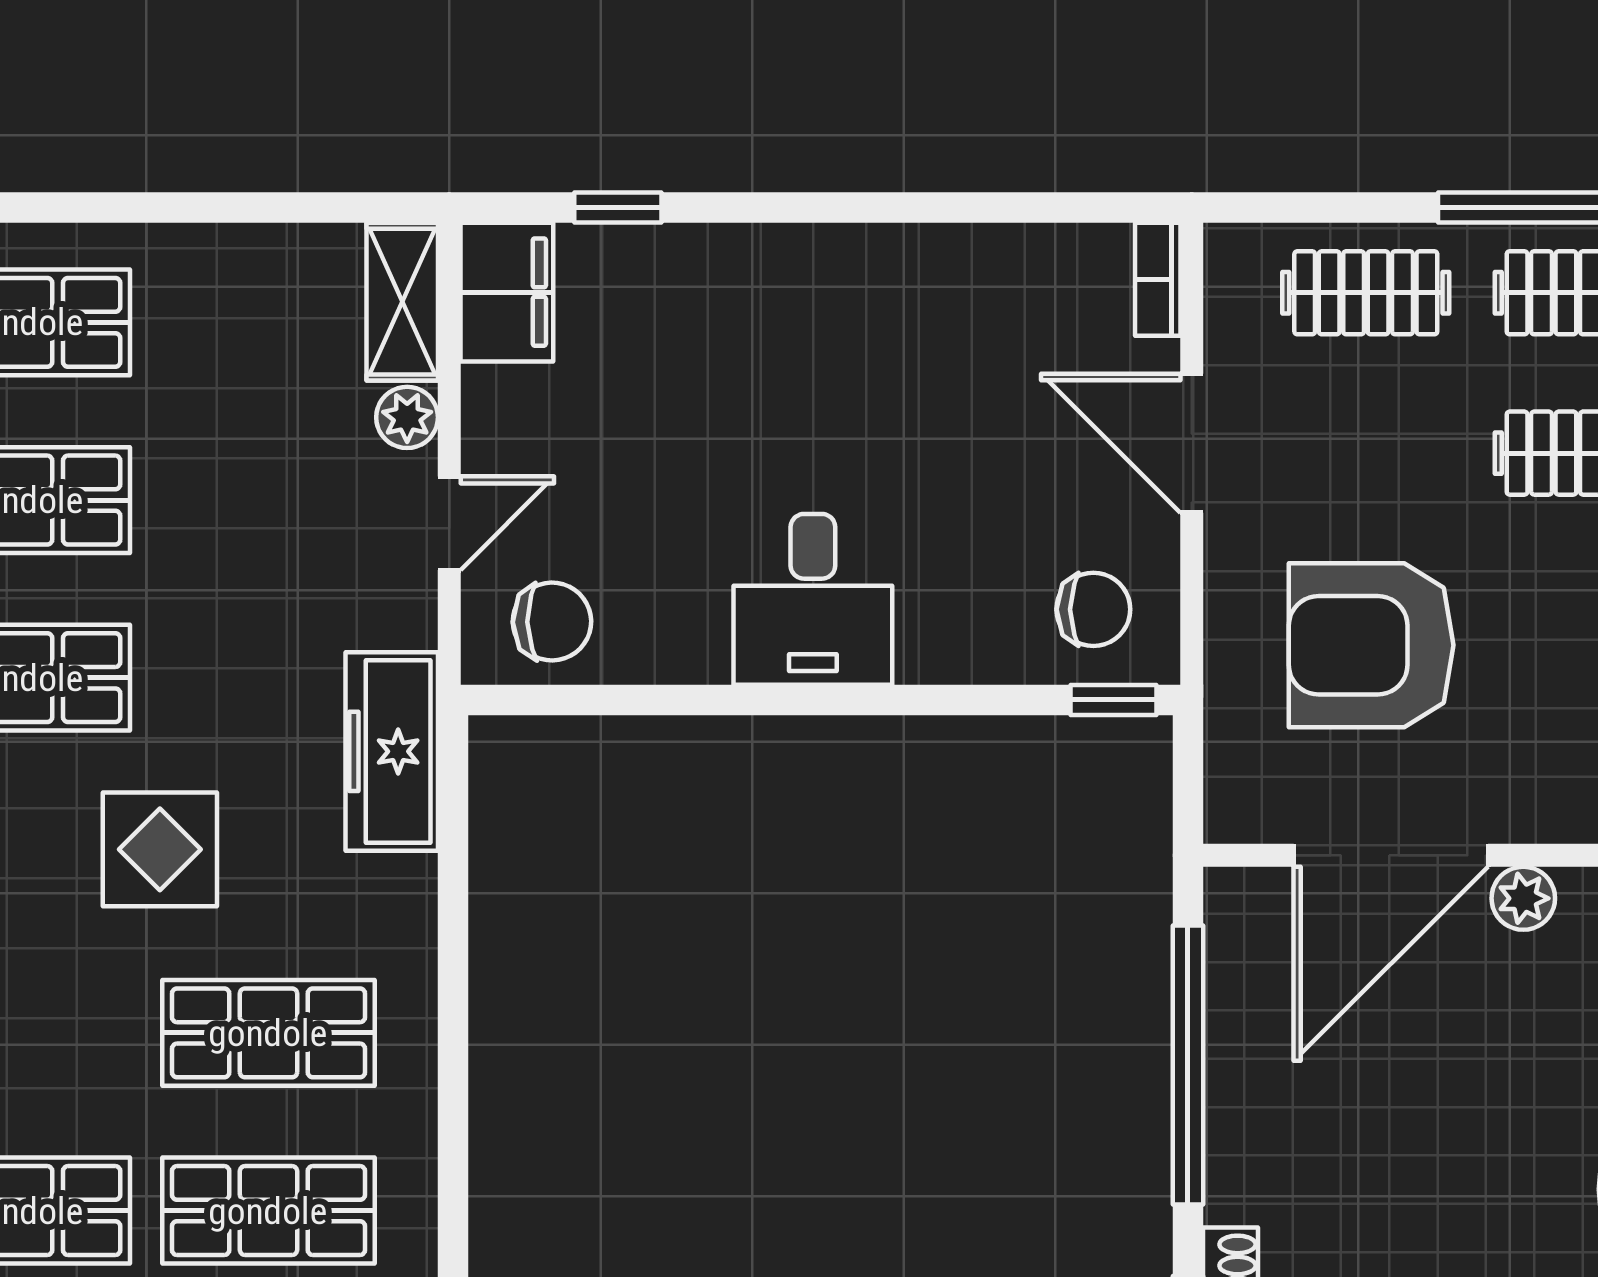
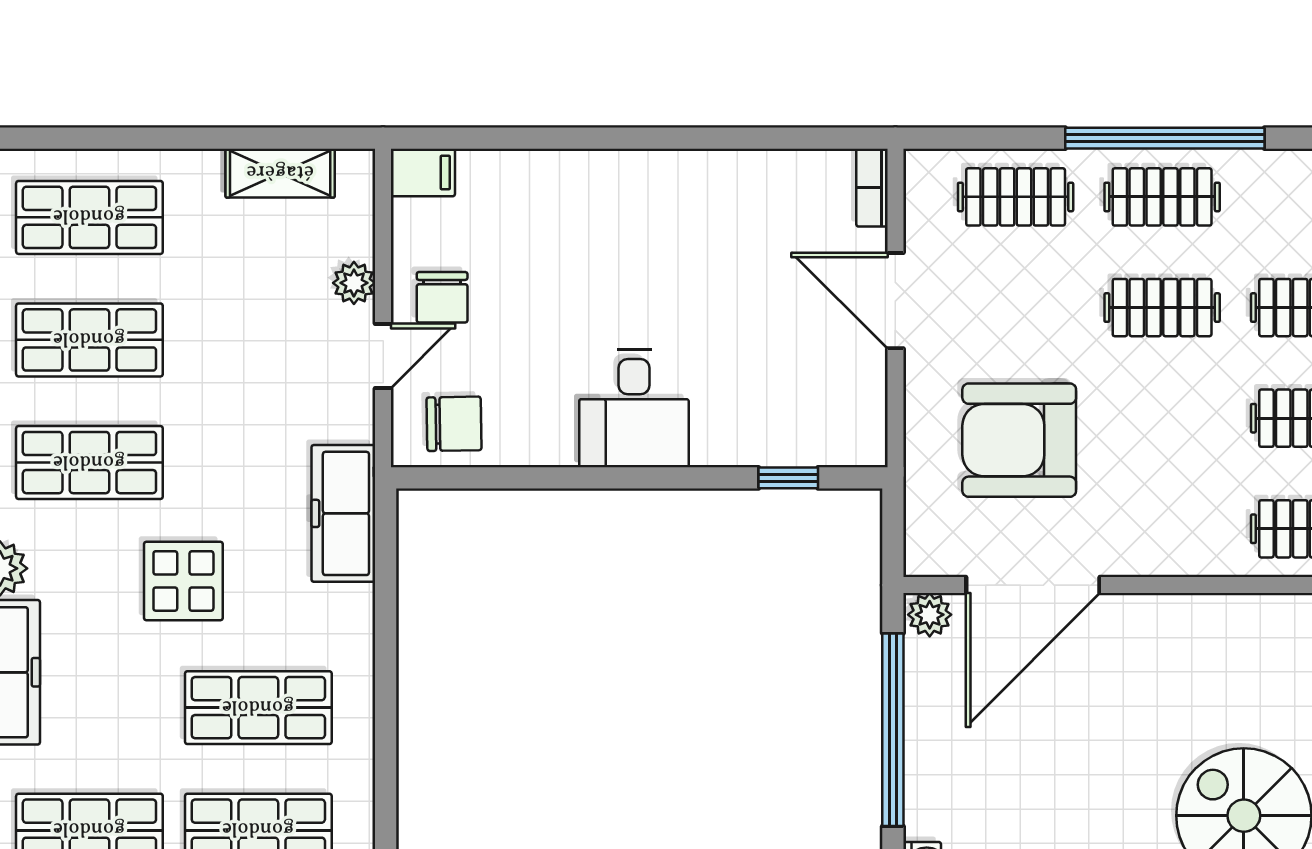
window: (618, 207) -> (499, 138), removed
filing cabinet: (507, 292) -> (423, 172), width x0.50
shelving: (402, 302) -> (280, 173), moved, turned 90
chair: (1093, 609) -> (442, 297), moved, turned 90
window: (1114, 700) -> (788, 478), moved
plant: (1523, 898) -> (930, 615), moved

